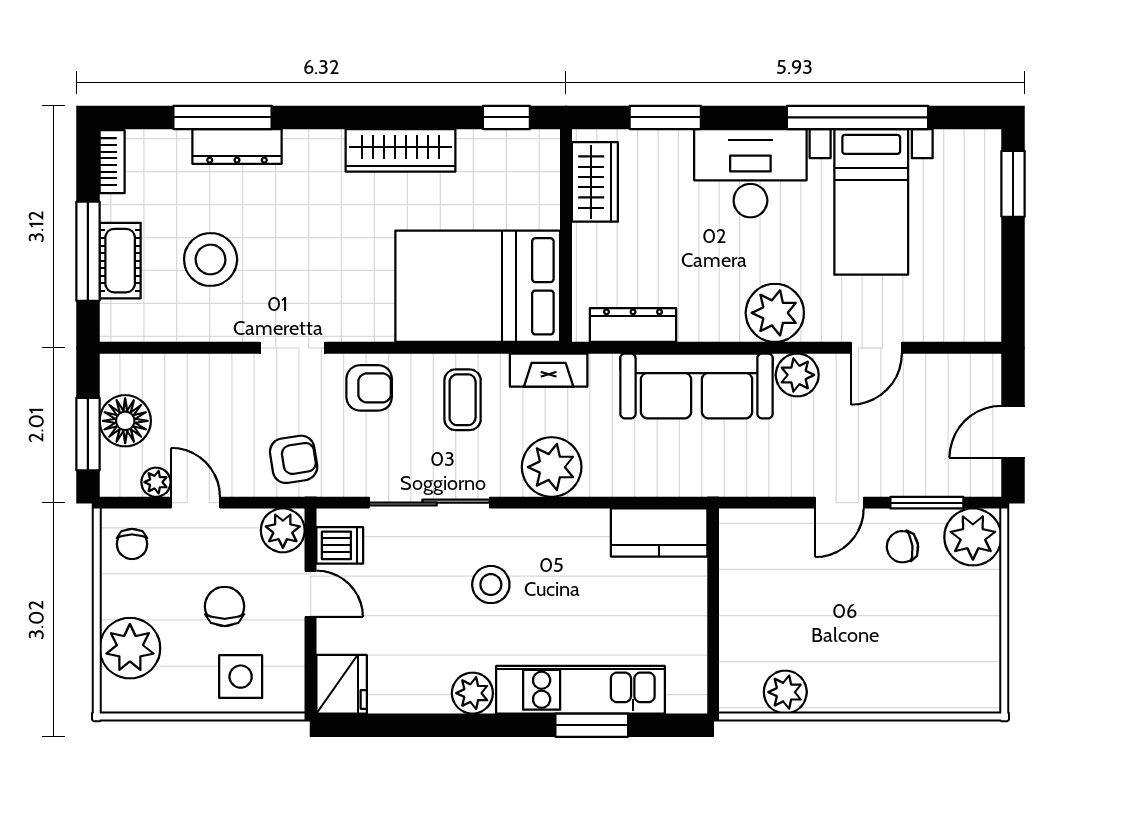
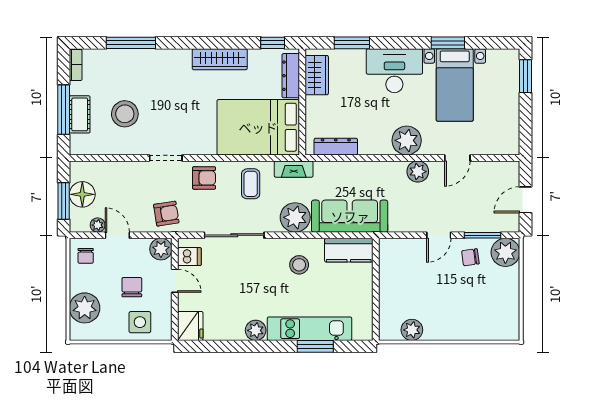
window: (858, 117) -> (448, 43), width x0.47
dresser: (237, 147) -> (291, 76), moved, turned 90
sofa: (696, 386) -> (350, 216), moved, turned 180
stool: (491, 585) -> (299, 265), moved

